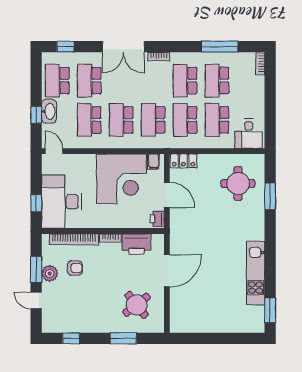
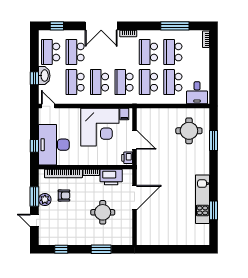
locker: (184, 161) -> (147, 113), removed
round table: (137, 305) -> (103, 212), moved, turned 38
window: (270, 310) -> (214, 210), moved

